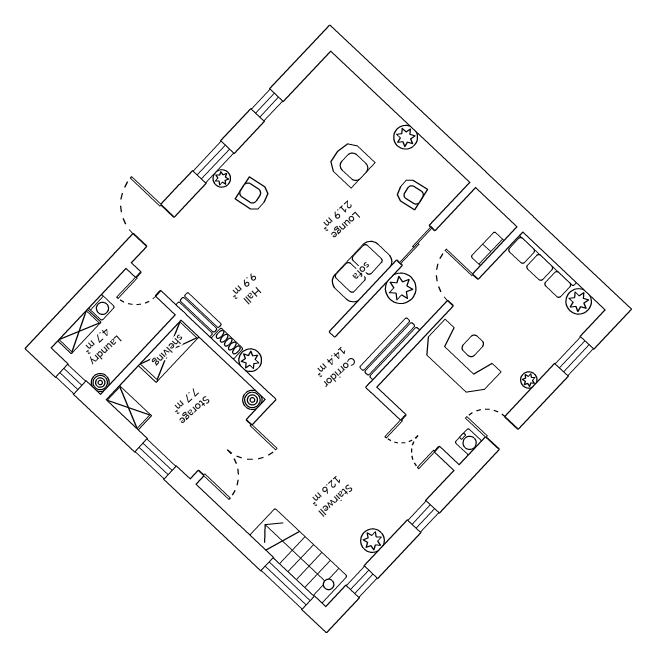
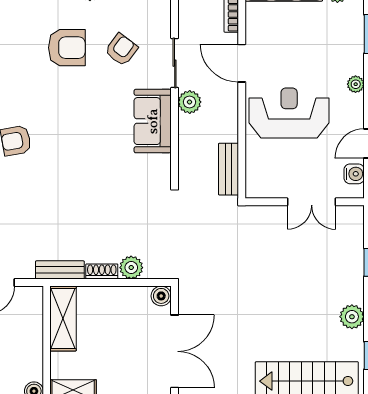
armchair: (411, 193) -> (121, 50), moved, turned -42
plant: (401, 288) -> (190, 102), width x0.73, depth x0.73
bench: (390, 349) -> (229, 169), width x0.73

